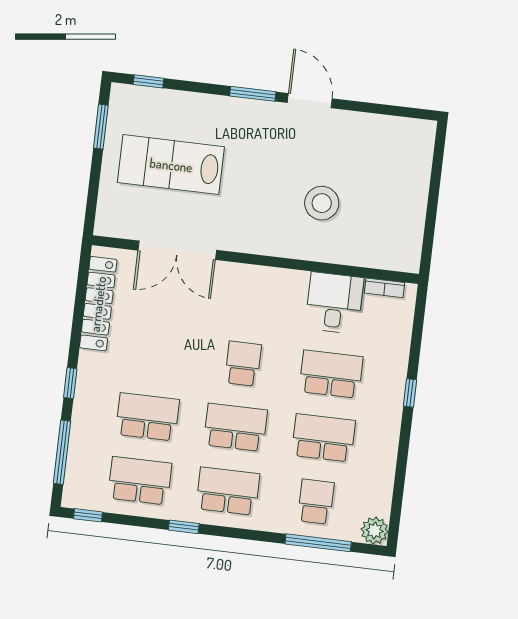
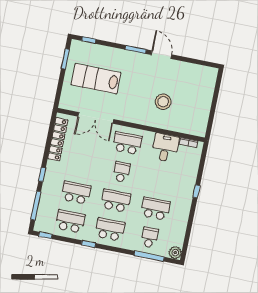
school desk: (331, 374) -> (127, 143), moved

